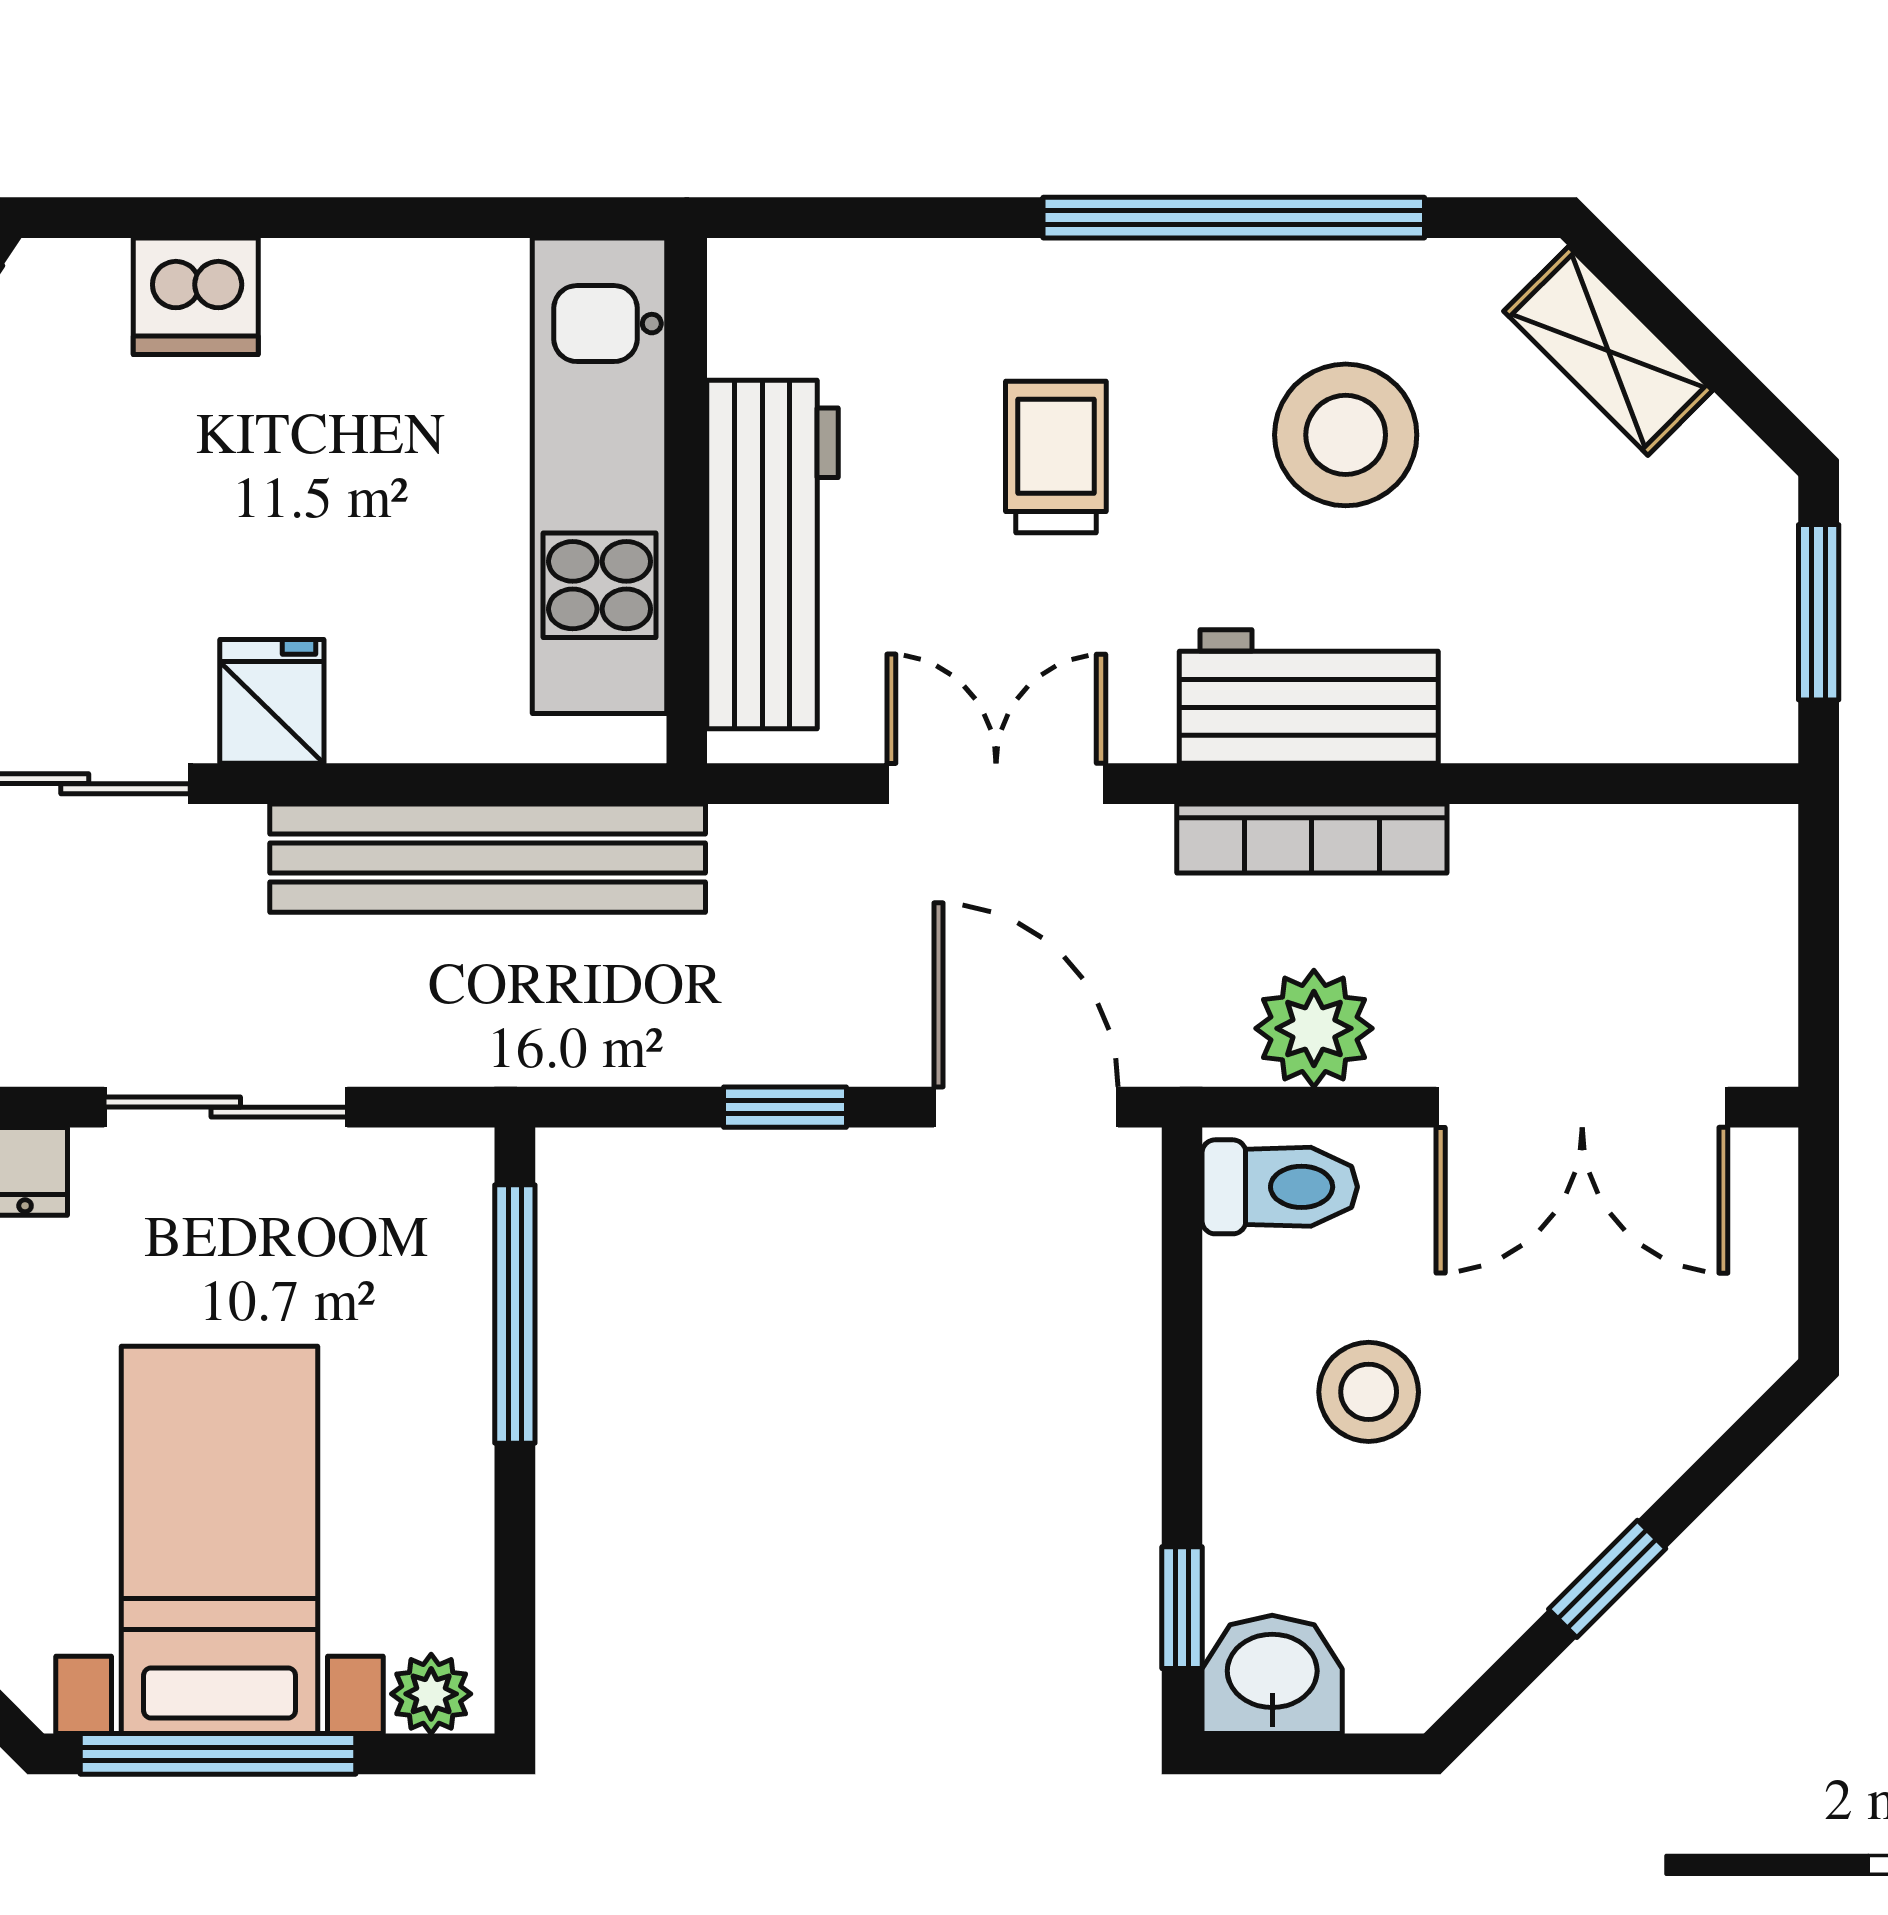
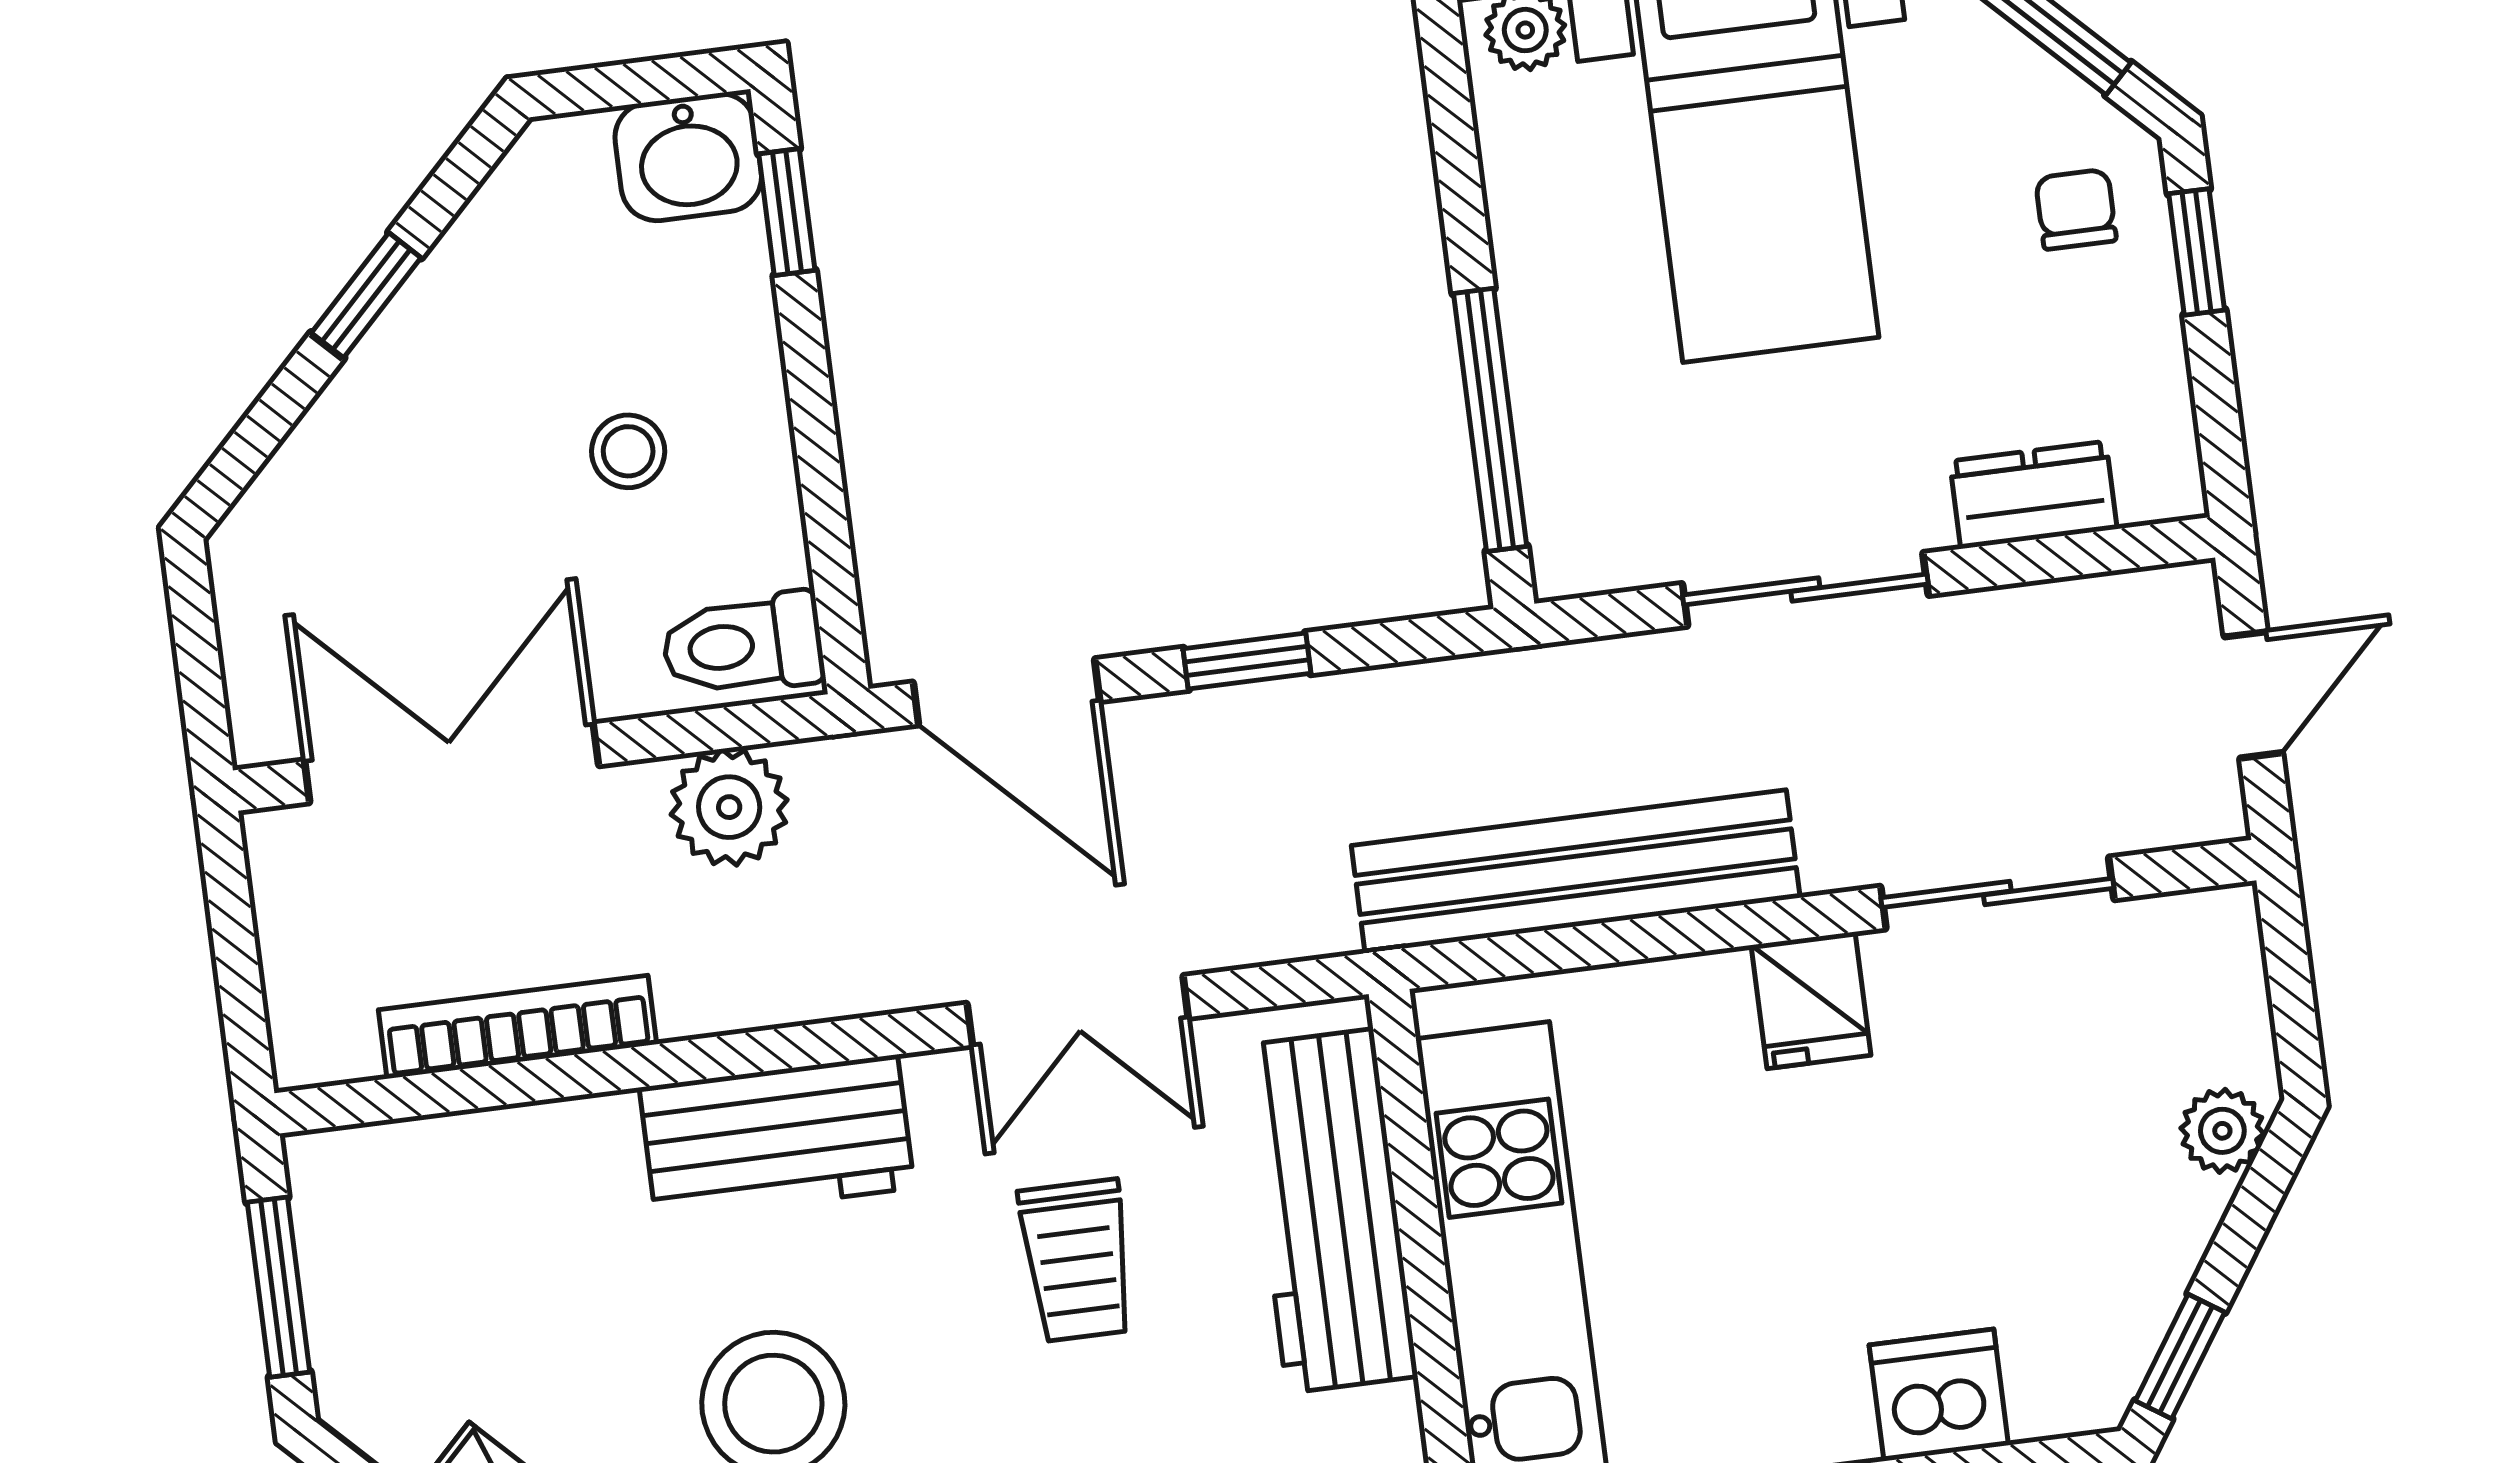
trolley: (1056, 457) -> (1077, 1260), moved
bookcase: (1312, 838) -> (518, 1027), moved
stool: (1369, 1392) -> (628, 451), width x0.73, depth x0.73

